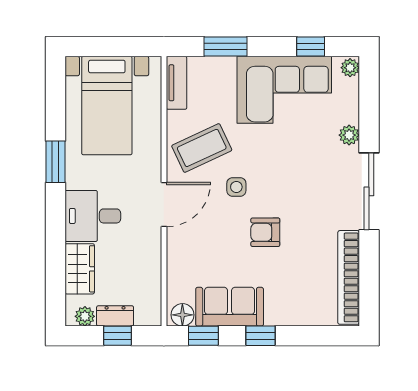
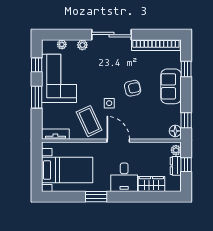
window: (225, 47) -> (37, 97), moved
plant: (350, 68) -> (62, 44), moved
armchair: (265, 232) -> (133, 88), turned -103
sofa: (230, 307) -> (171, 86), moved
plant: (85, 316) -> (176, 150), moved
window: (260, 336) -> (186, 69), moved

